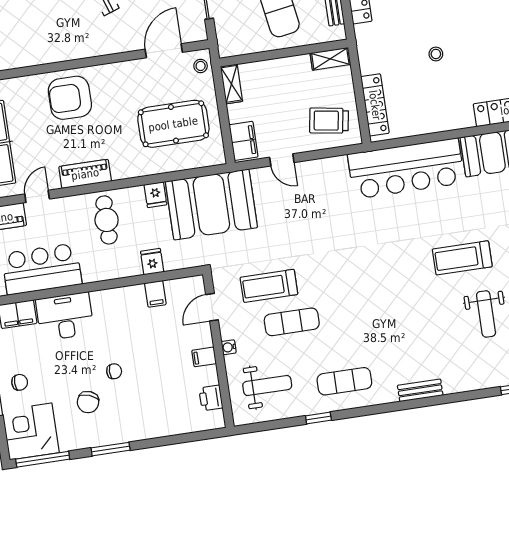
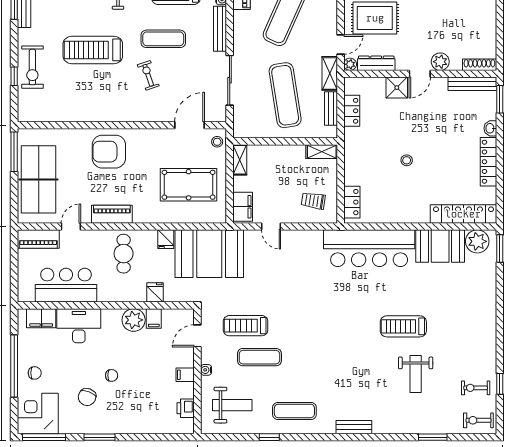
locker: (375, 105) -> (352, 202), width x0.66
trolley: (329, 121) -> (313, 201), width x0.73, depth x0.72
plant: (131, 299) -> (134, 320), added

